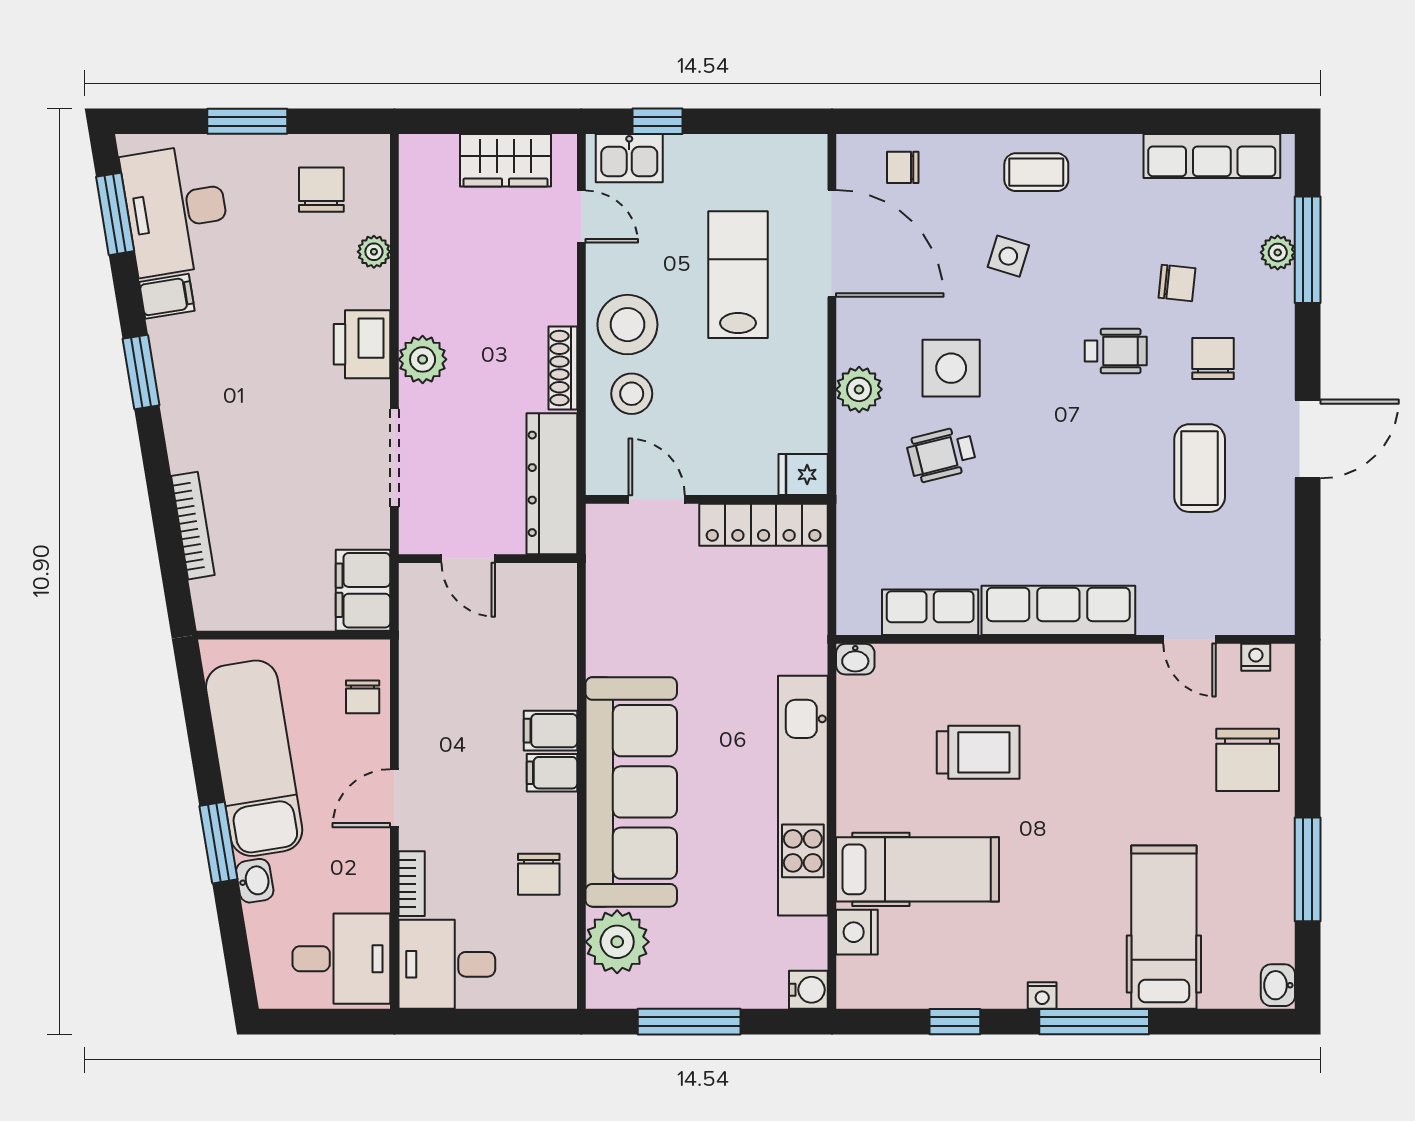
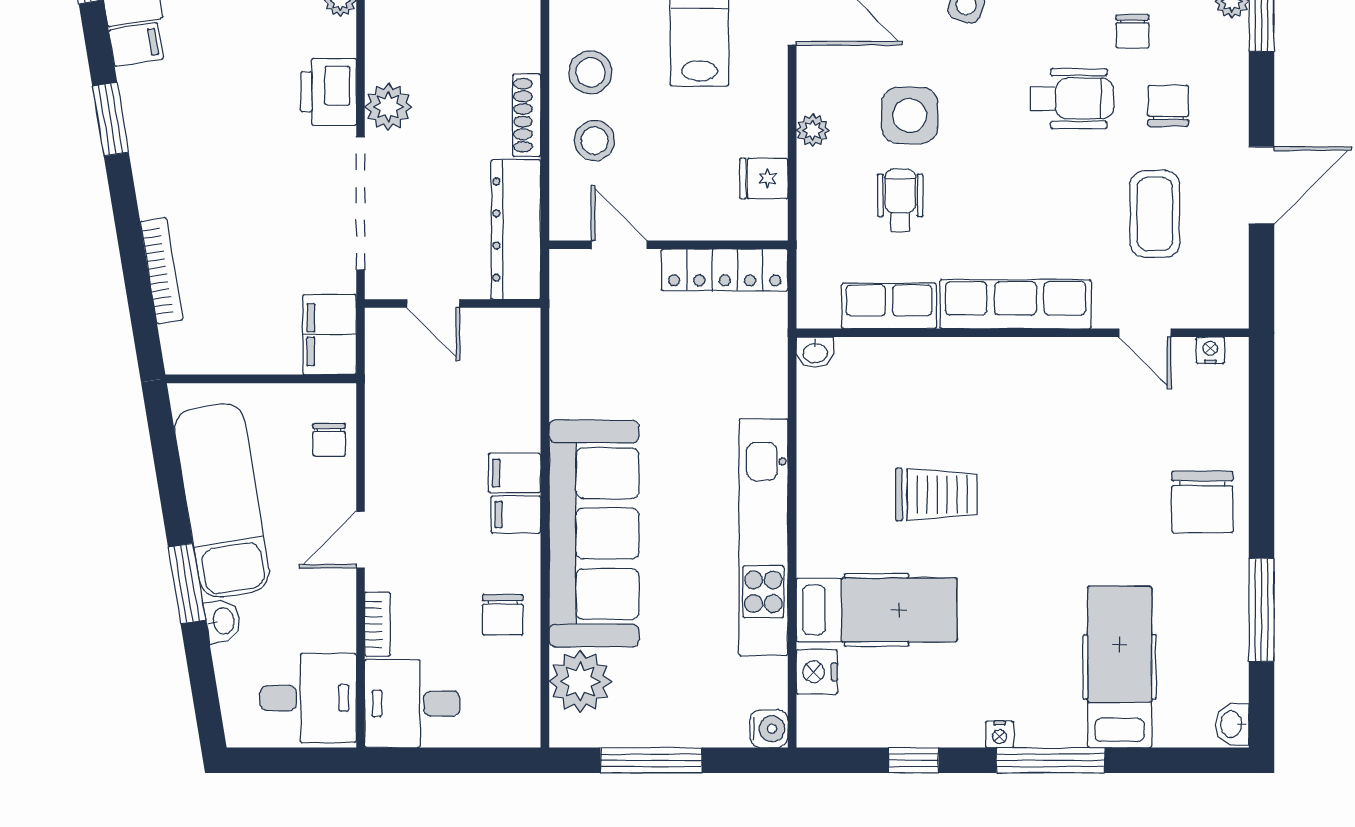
chair: (1177, 283) -> (1132, 31), turned 84
stool: (627, 325) -> (590, 72), width x0.73, depth x0.73
wheelchair: (1116, 351) -> (1072, 99), width x1.36, depth x1.37
plant: (859, 389) -> (813, 130), width x0.73, depth x0.73
wheelchair: (941, 454) -> (900, 200), turned 104
doorway: (394, 457) -> (360, 203), width x1.36
fridge: (803, 474) -> (764, 178), moved
row of seats: (1058, 610) -> (1015, 304), moved
row of seats: (930, 612) -> (889, 306), moved
wall: (1066, 639) -> (1023, 333), moved
door: (1190, 639) -> (1145, 333), moved
nightstand: (1256, 657) -> (1210, 350), moved
washbasin: (855, 659) -> (815, 352), moved

